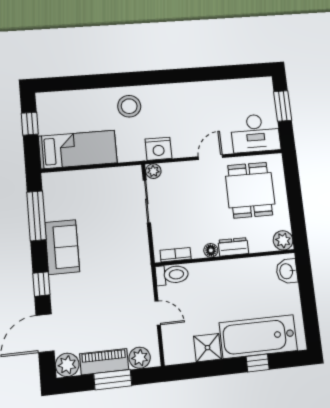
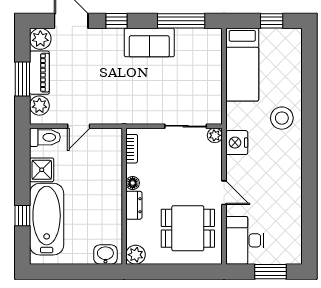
toilet: (172, 275) -> (45, 137), moved, turned -90

